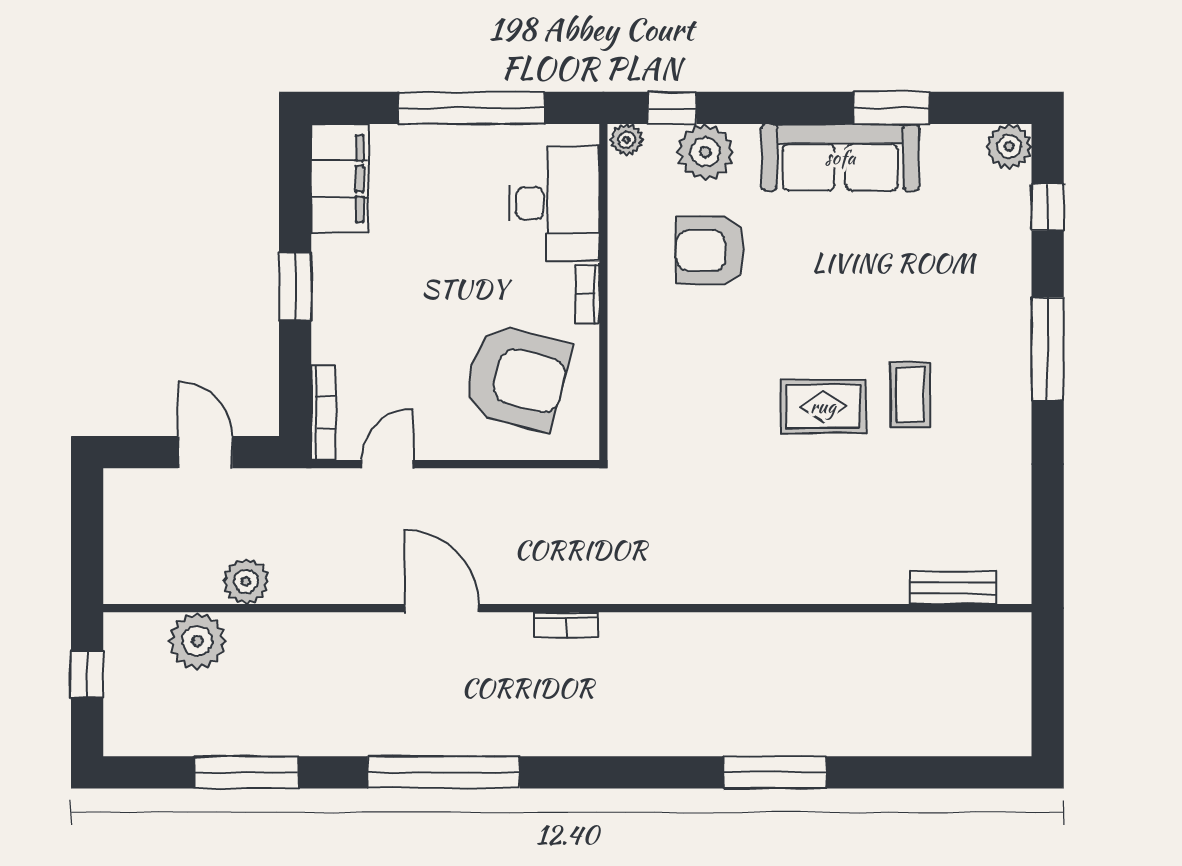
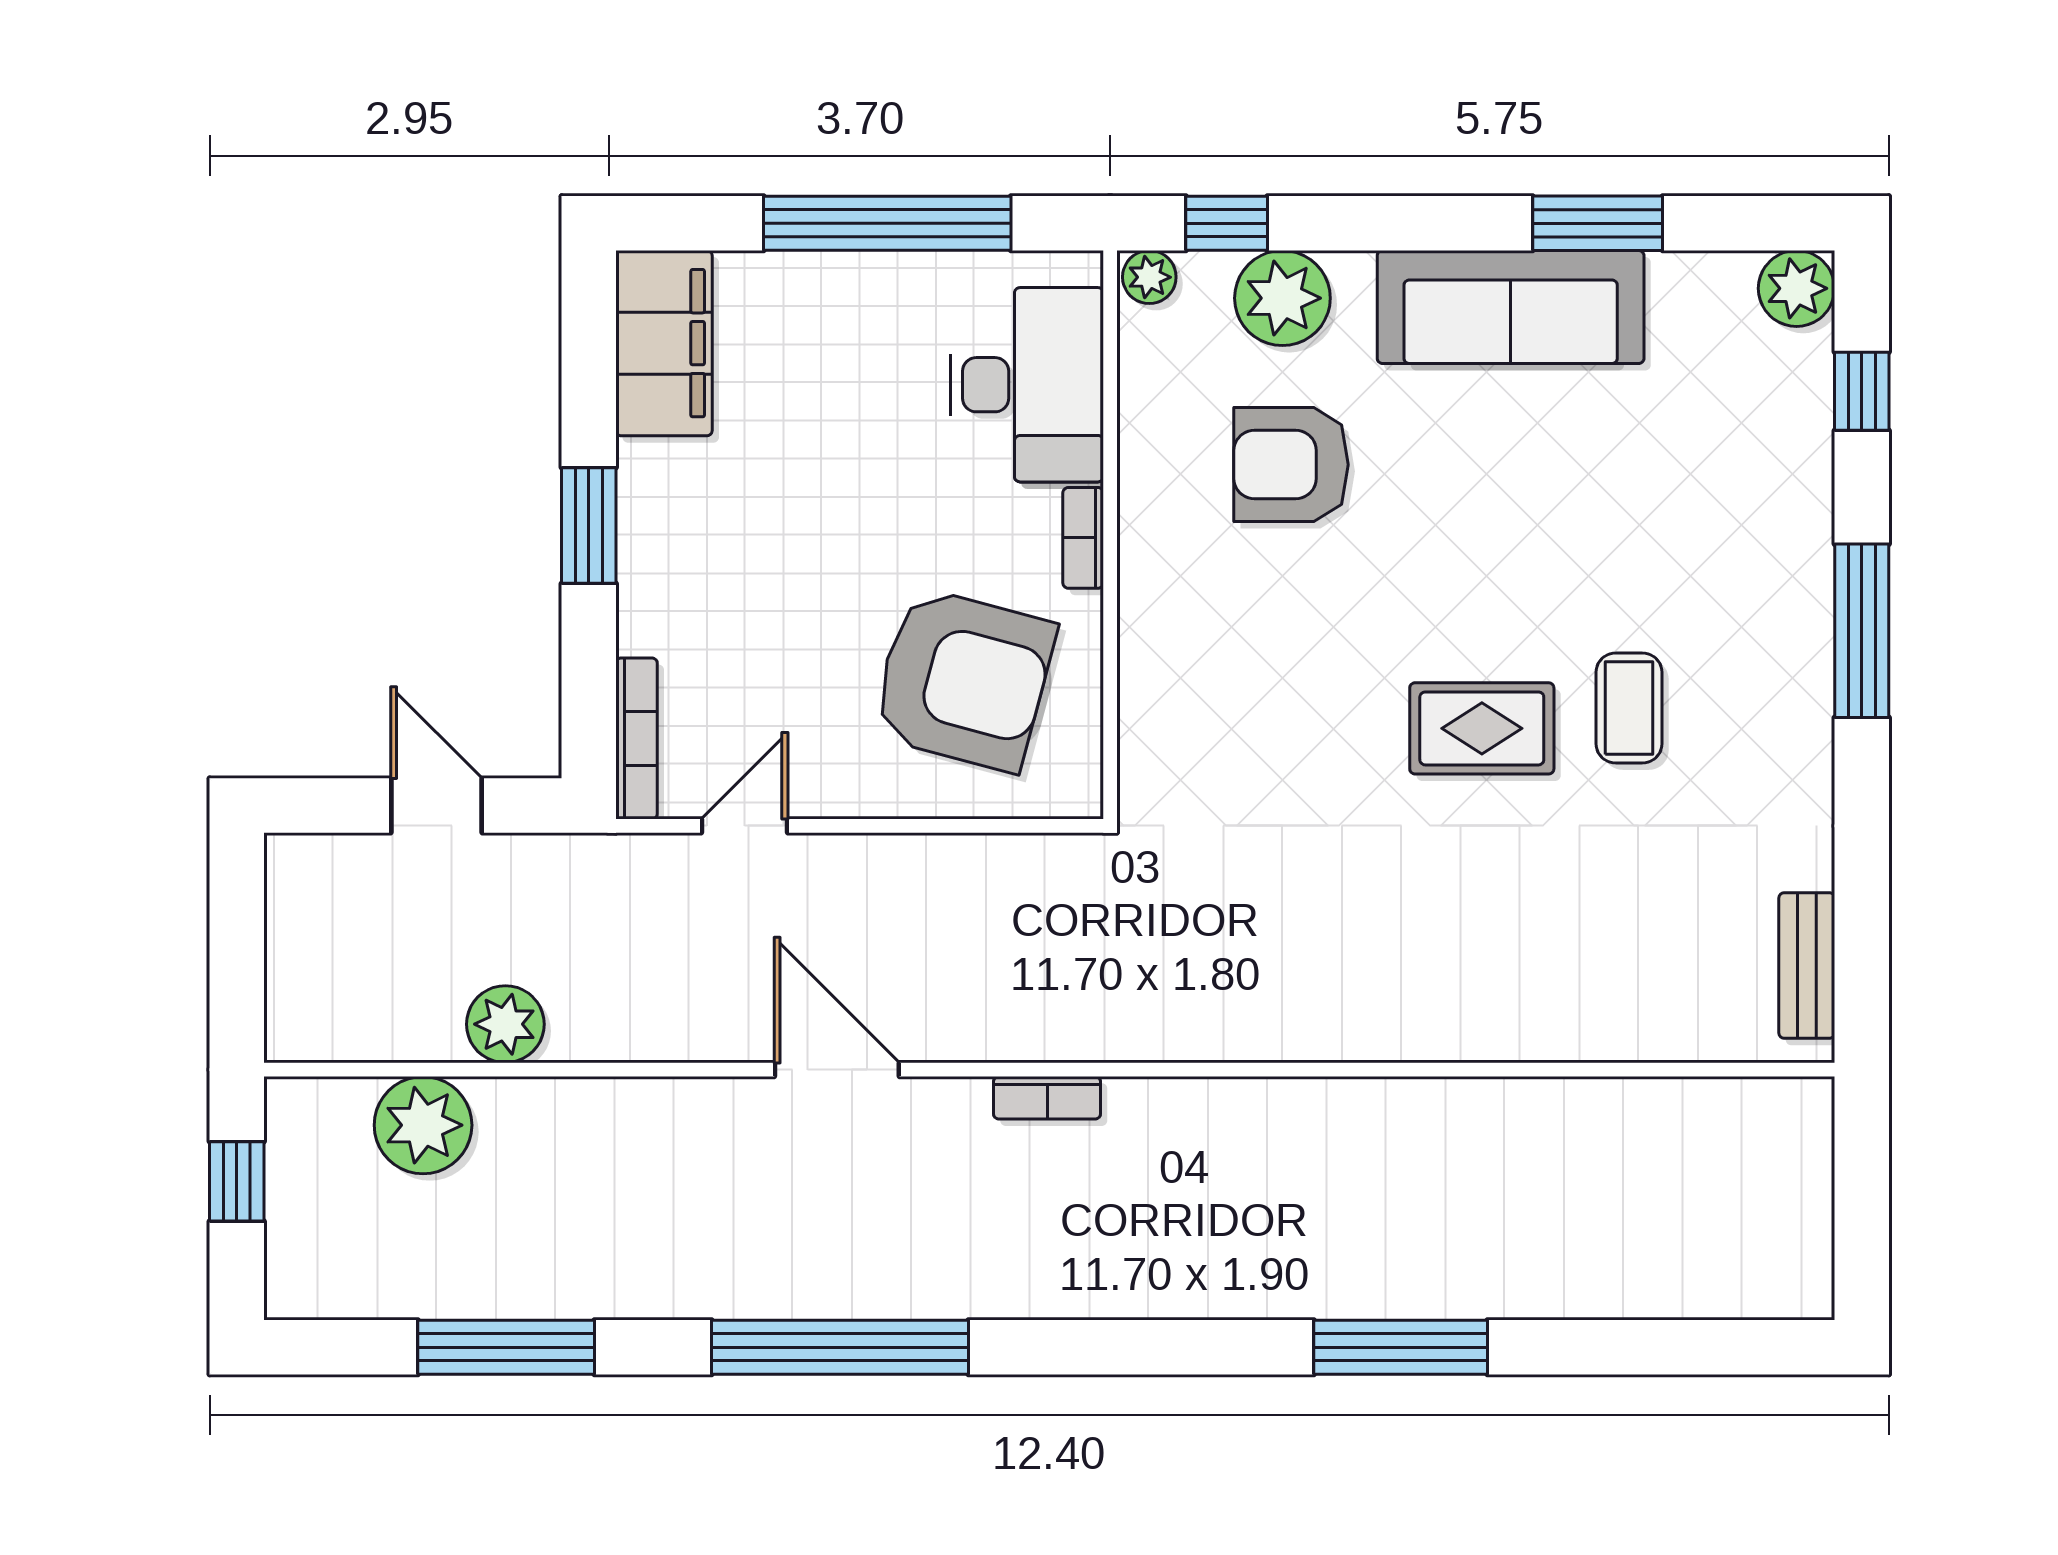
bench: (953, 588) -> (1807, 965), moved, turned 90

